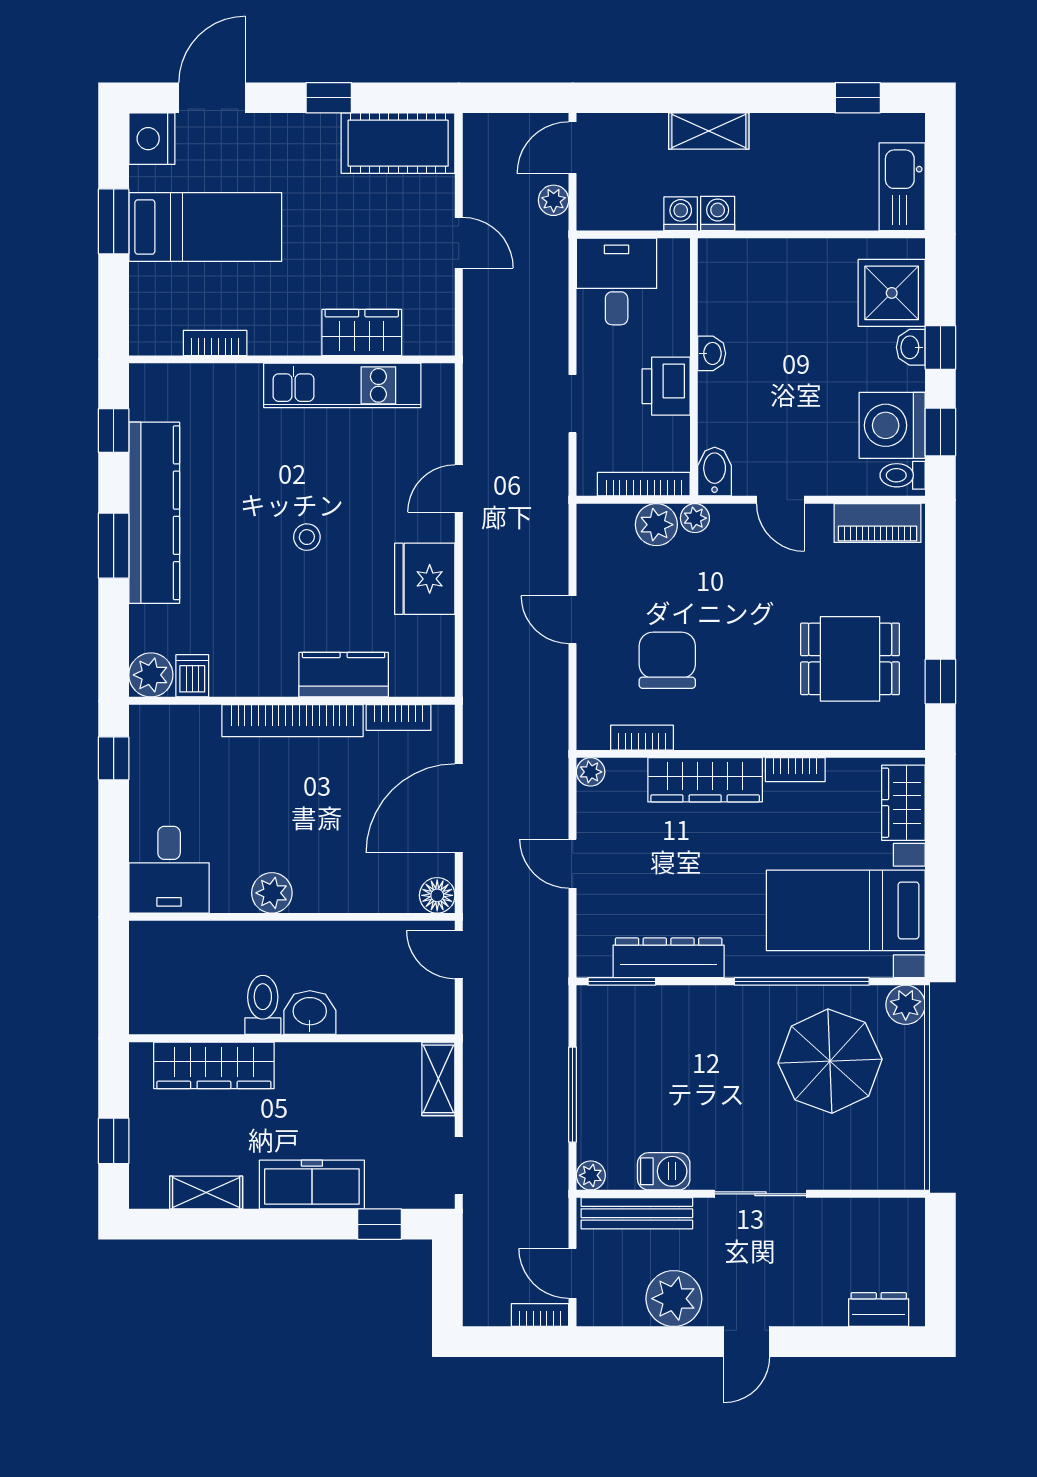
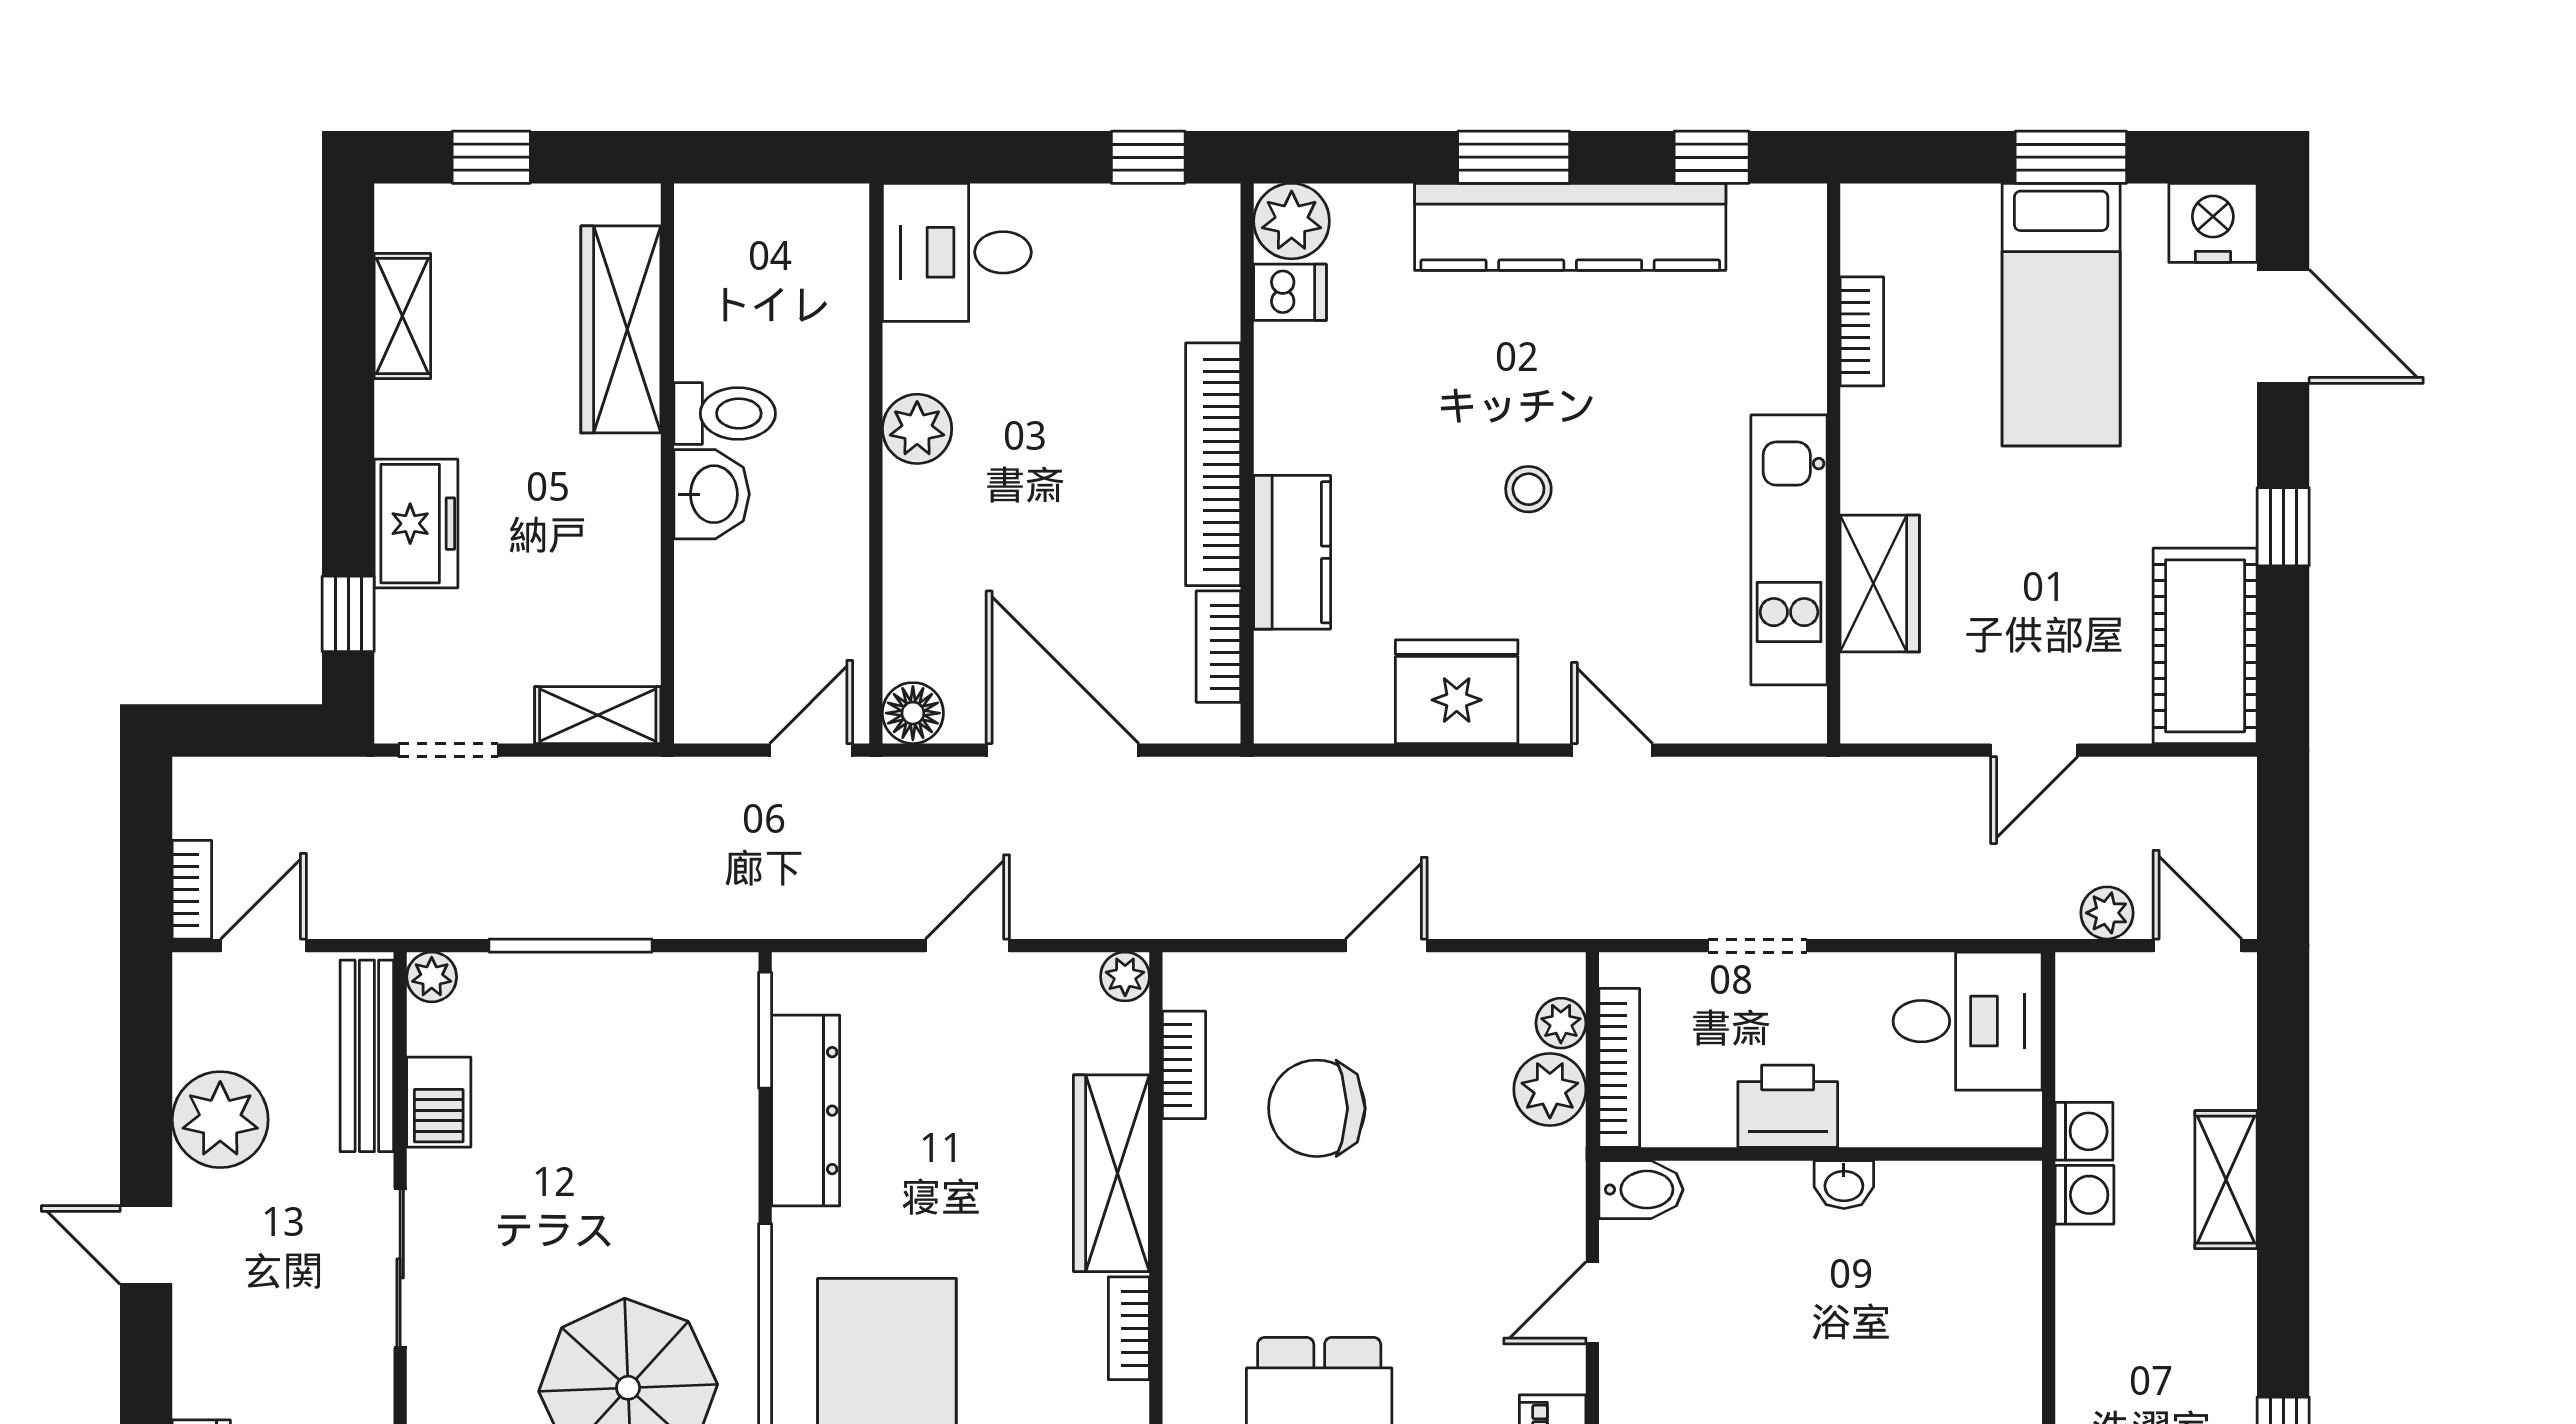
plant: (695, 518) -> (1561, 1023), moved
chair: (667, 660) -> (1317, 1108), turned 180
freezer: (312, 1185) -> (416, 524), width x0.71

